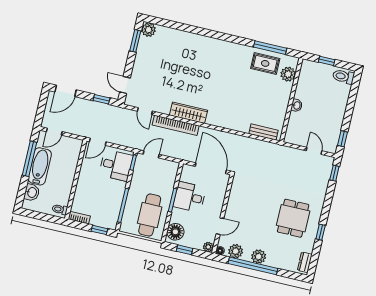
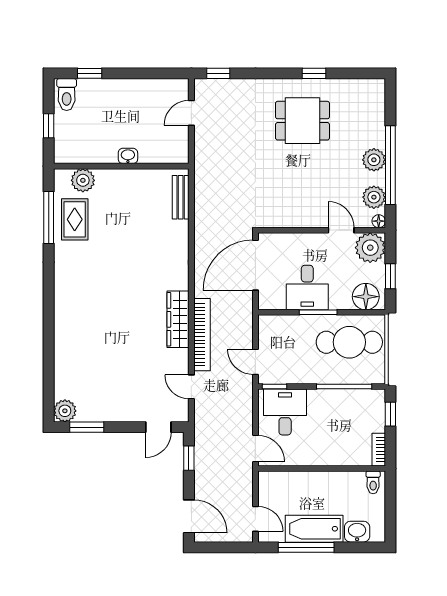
door: (145, 111) -> (191, 387), swing flipped
window: (343, 139) -> (90, 73), moved
plant: (208, 247) -> (370, 248), width x1.87, depth x1.87
dresser: (305, 262) -> (366, 87), removed

